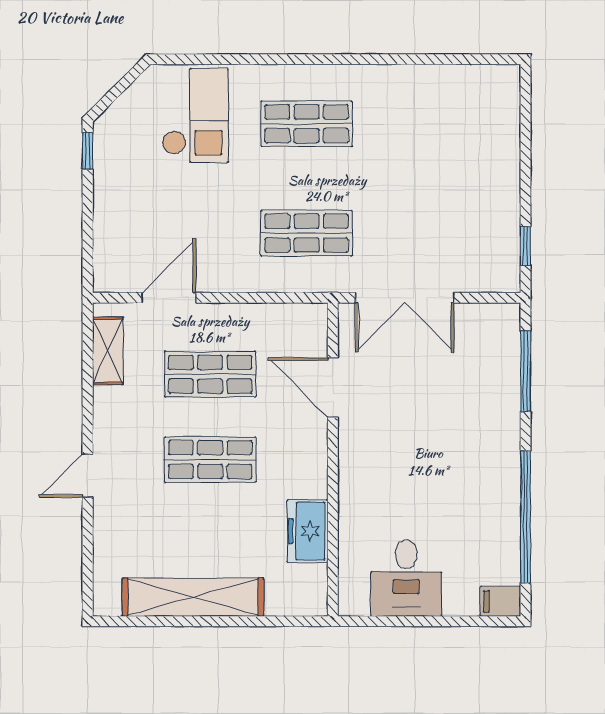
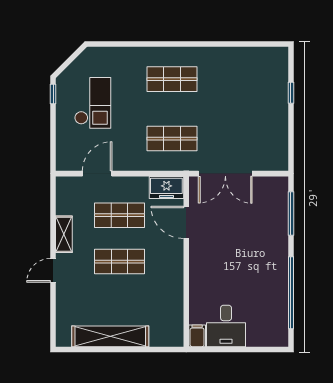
checkout: (195, 115) -> (93, 103), moved
window: (526, 246) -> (291, 93), moved
shelving: (108, 351) -> (64, 234), moved
freezer: (307, 531) -> (166, 187), moved, turned -90
filing cabinet: (500, 601) -> (197, 336), moved, turned 90

